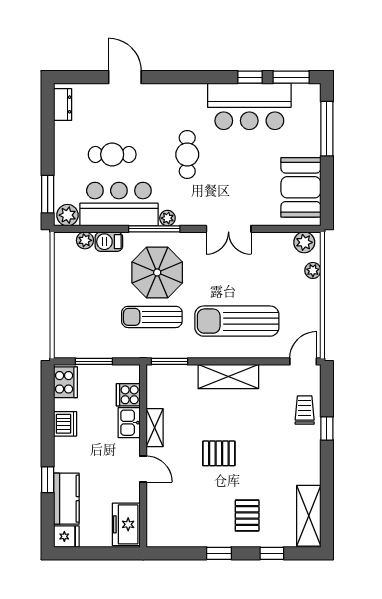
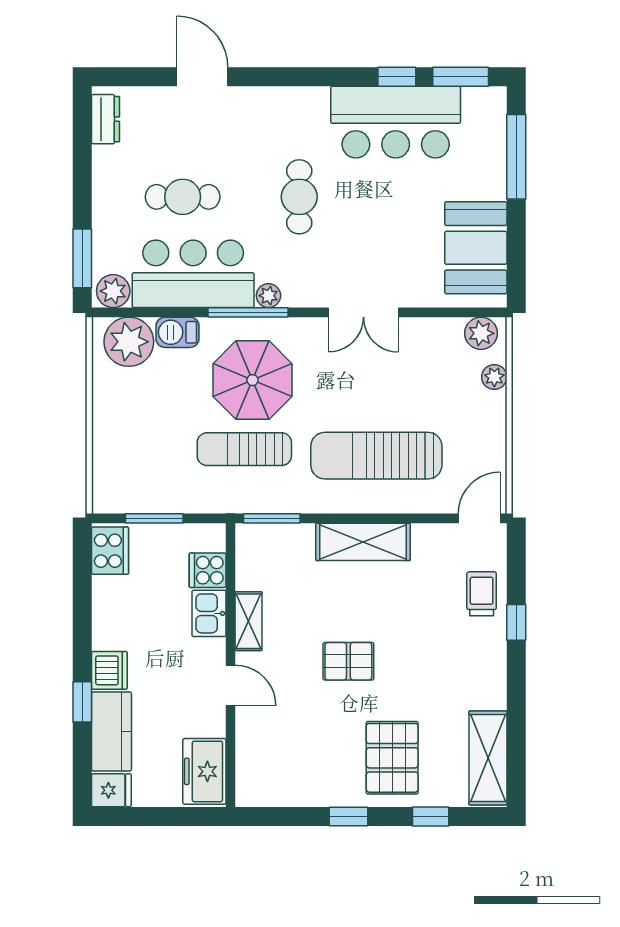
plant: (85, 240) -> (129, 342), width x1.88, depth x1.88
dishwasher: (65, 424) -> (109, 670), moved
pallet: (247, 516) -> (392, 758), width x1.50, depth x1.42

